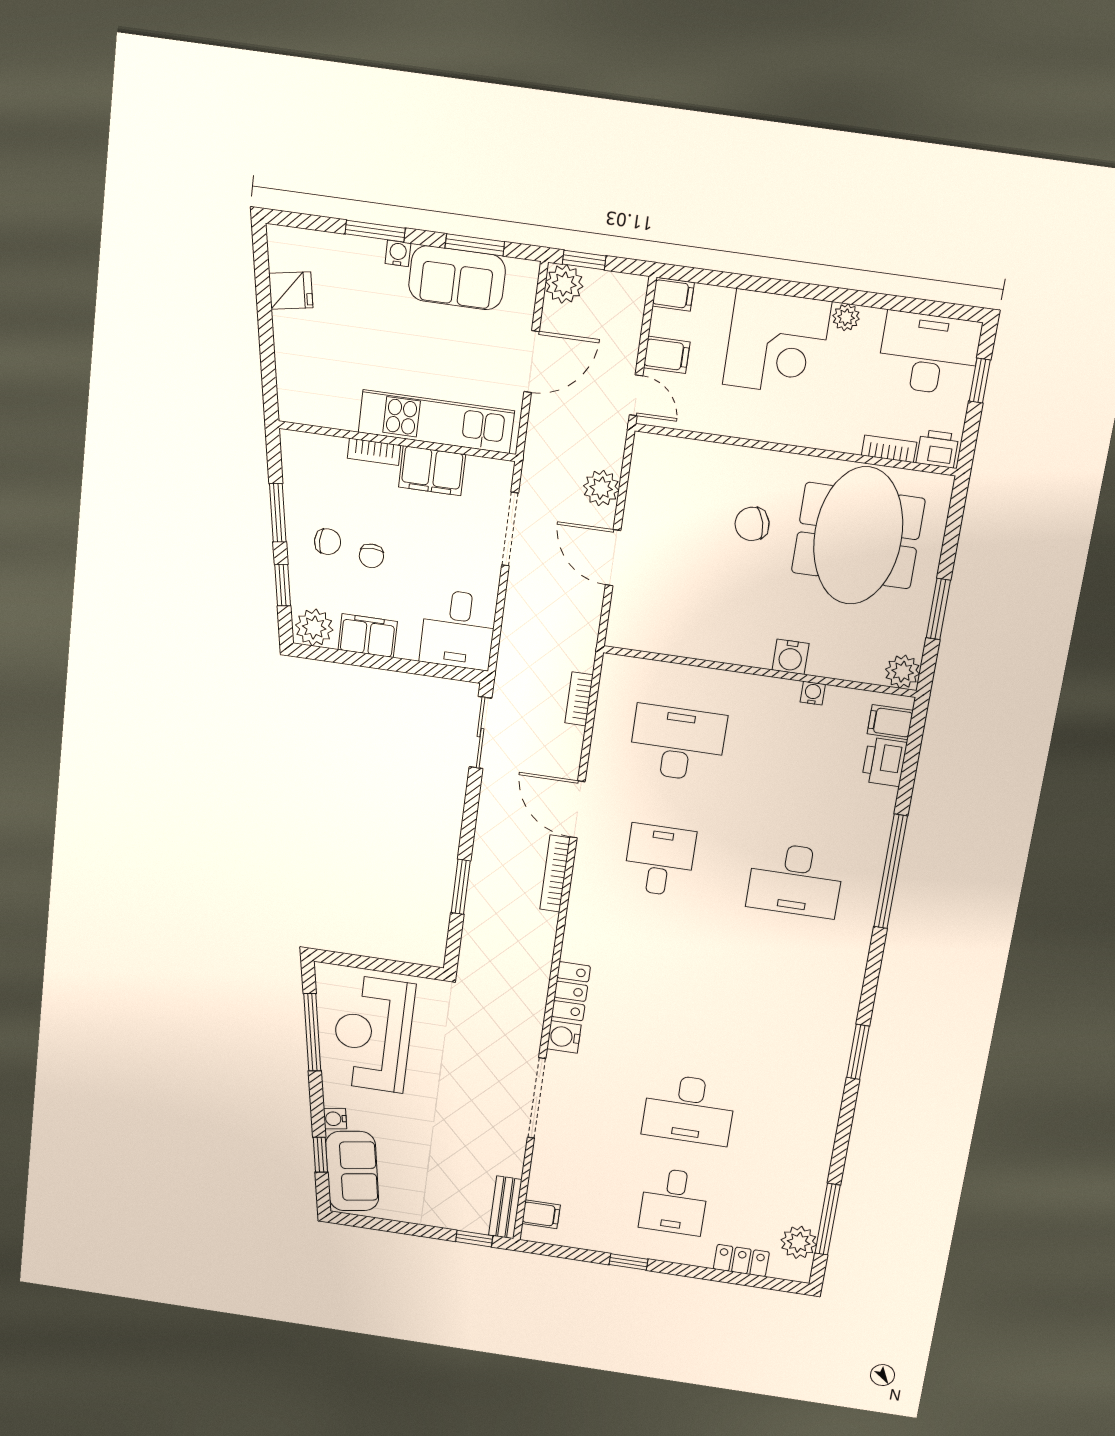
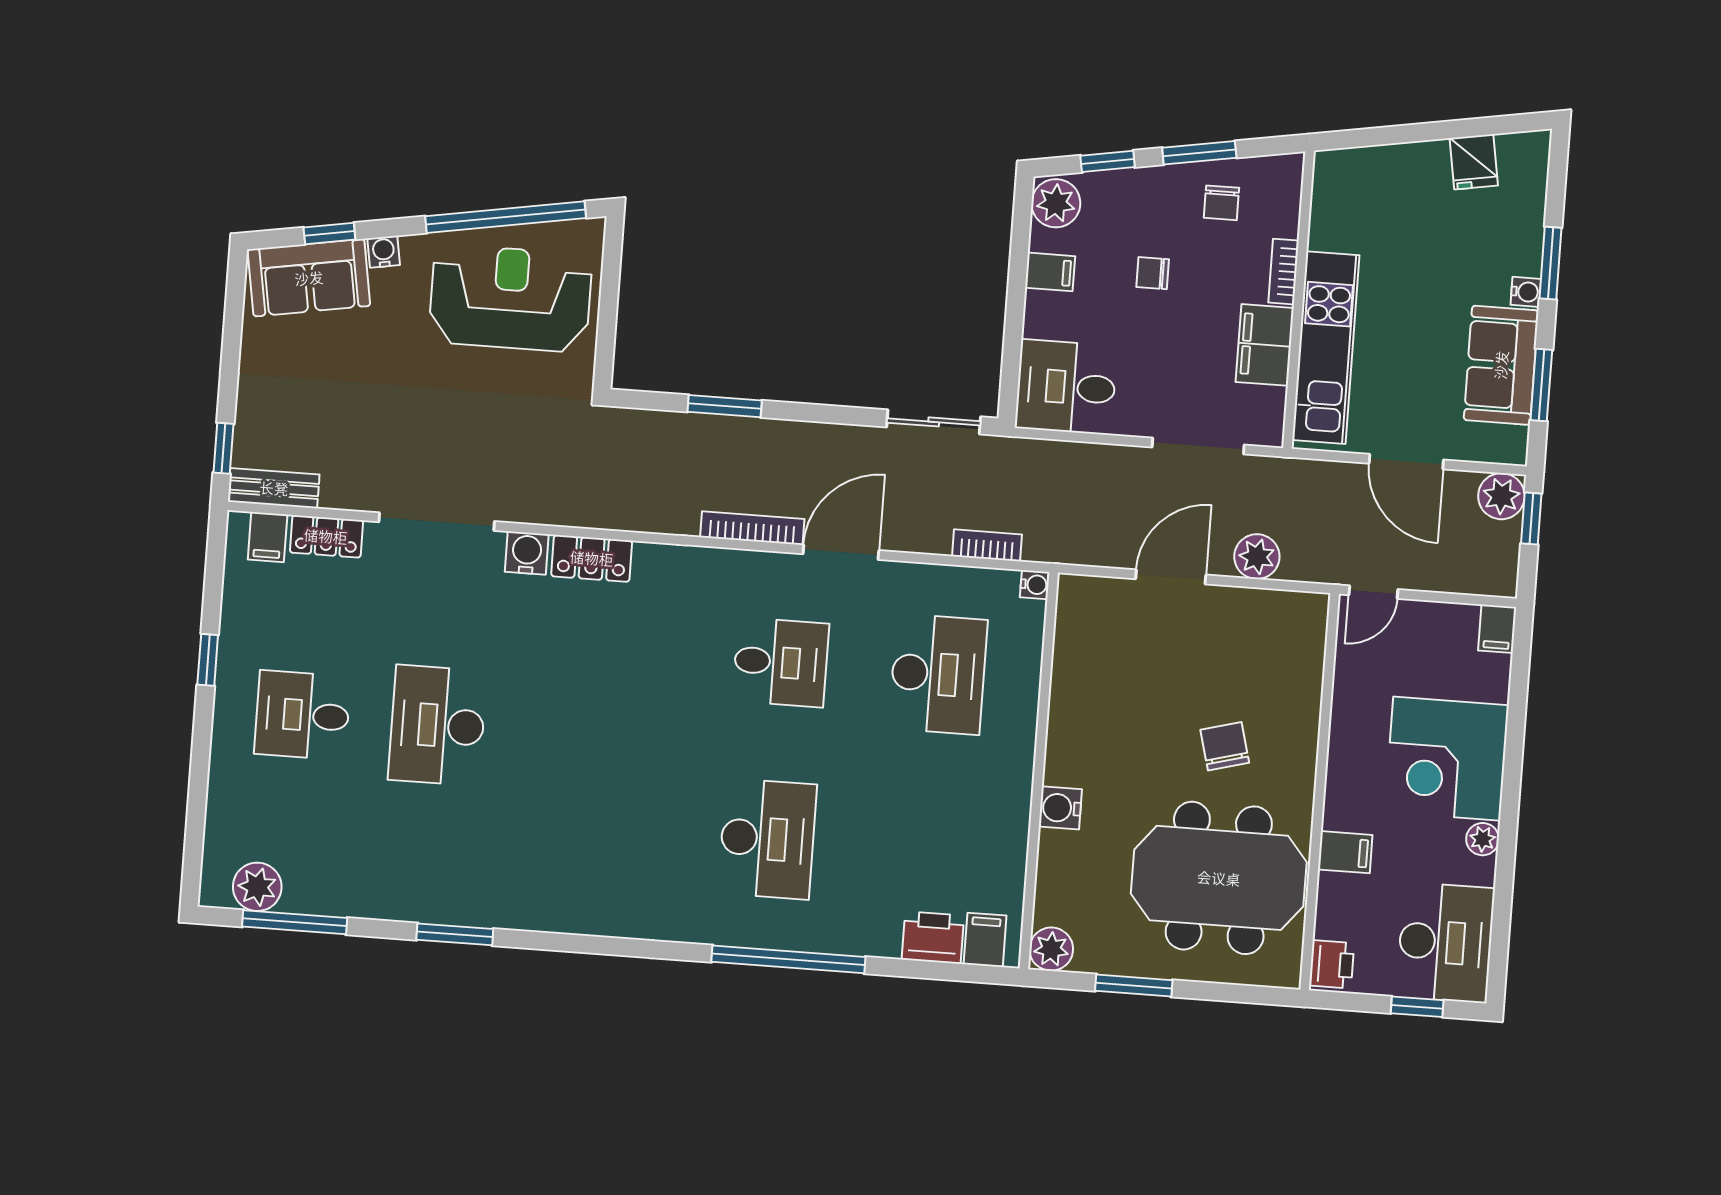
filing cabinet: (667, 355) -> (1345, 852), moved, turned -90
bookcase: (889, 449) -> (1328, 906), removed
chair: (328, 542) -> (1221, 203), moved
filing cabinet: (368, 636) -> (1050, 272), width x0.50
water cooler: (813, 693) -> (1035, 585), moved
desk: (795, 880) -> (767, 839), turned 180
window: (312, 1032) -> (506, 217), width x1.46
window: (858, 1052) -> (455, 934), moved
locker: (741, 1261) -> (326, 536), moved, turned 90

